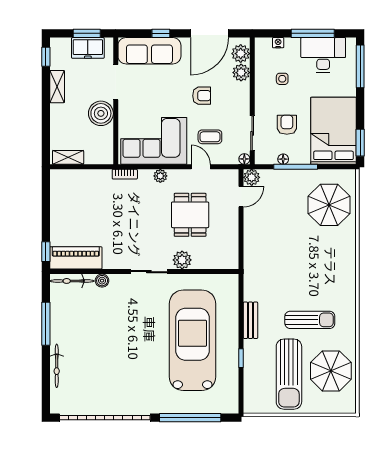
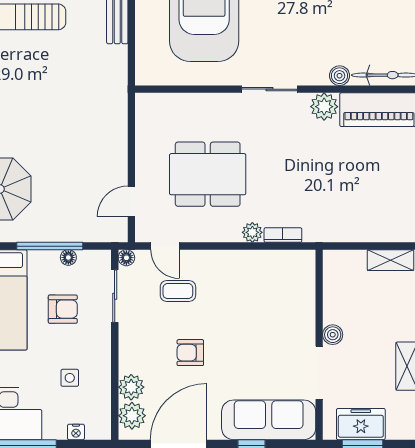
boiler: (101, 113) -> (333, 335), width x0.54, depth x0.54
armchair: (287, 125) -> (63, 309), turned -90
corner sofa: (154, 141) -> (262, 285), removed
door: (201, 167) -> (165, 246), moved
bookcase: (125, 174) -> (283, 235), moved
plant: (252, 177) -> (116, 230), removed
dining table: (190, 215) -> (208, 174), width x1.38
plant: (182, 260) -> (324, 107), moved

